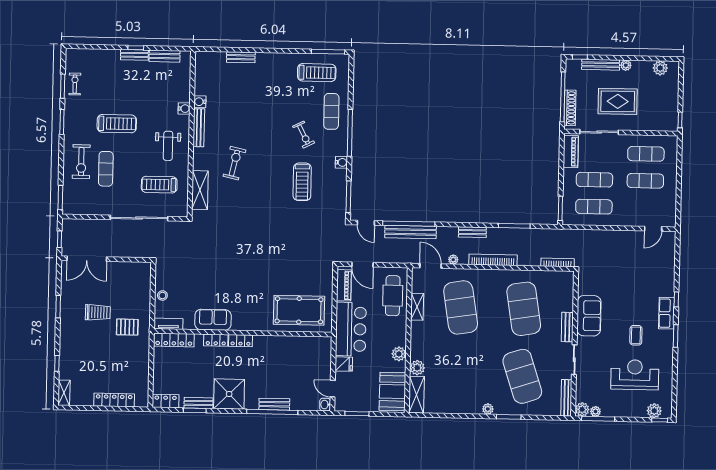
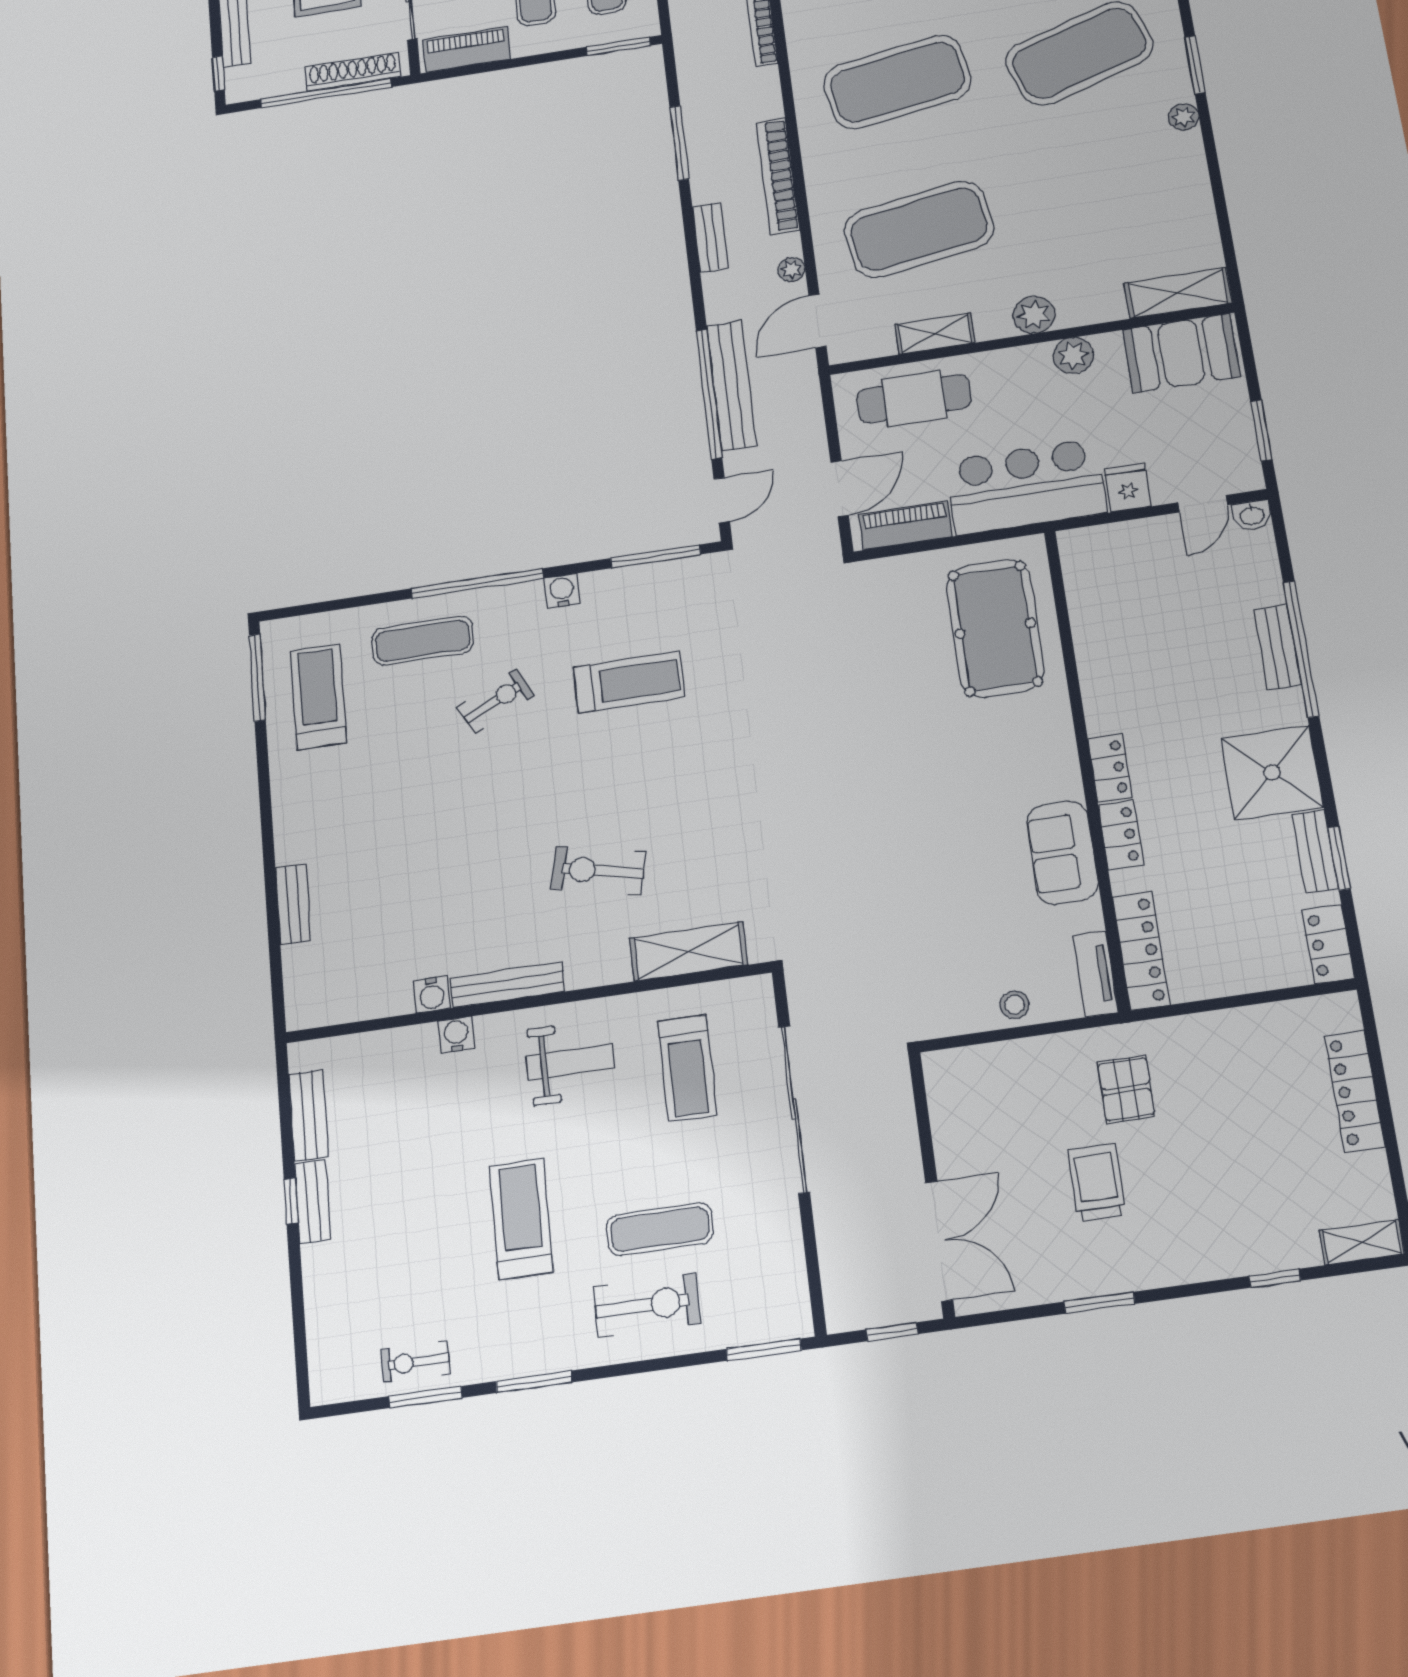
plant: (417, 368) -> (1034, 315), moved

